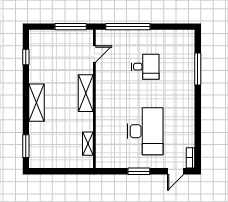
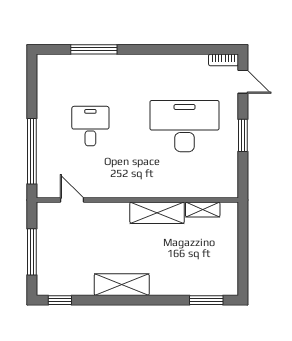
window: (71, 27) -> (32, 252), moved
window: (26, 57) -> (60, 300), moved
shelving: (86, 93) -> (157, 213), moved
shelving: (36, 103) -> (122, 285), moved

